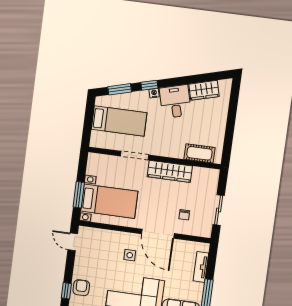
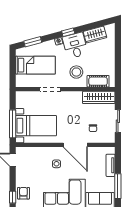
window: (149, 85) -> (68, 32), moved
stool: (172, 137) -> (76, 72), added
wardrobe: (170, 171) -> (99, 97), moved
window: (79, 195) -> (13, 124), width x1.44

